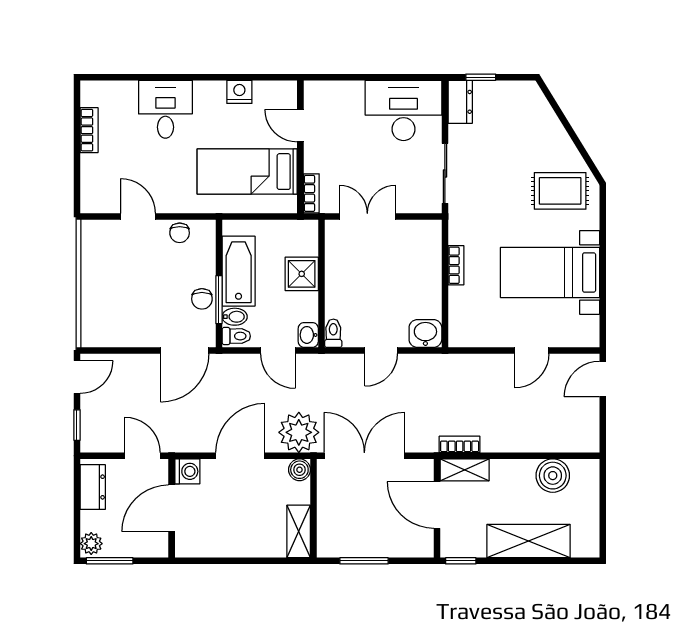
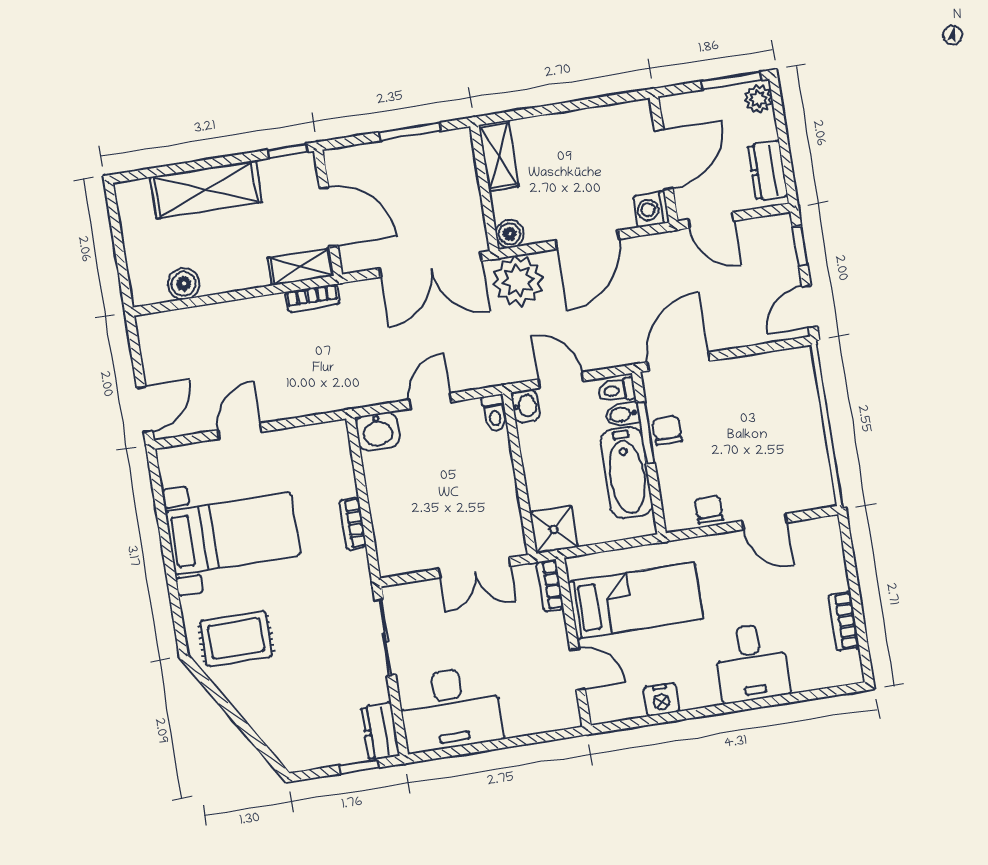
shower: (302, 274) -> (554, 529), moved
boiler: (553, 476) -> (184, 284), width x0.73, depth x0.73

